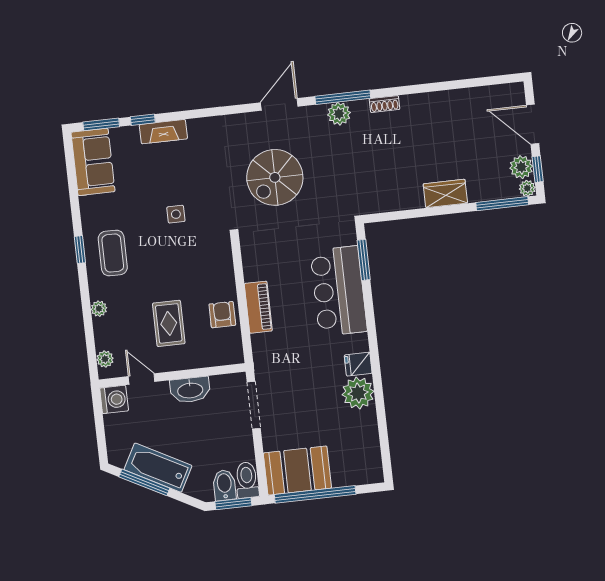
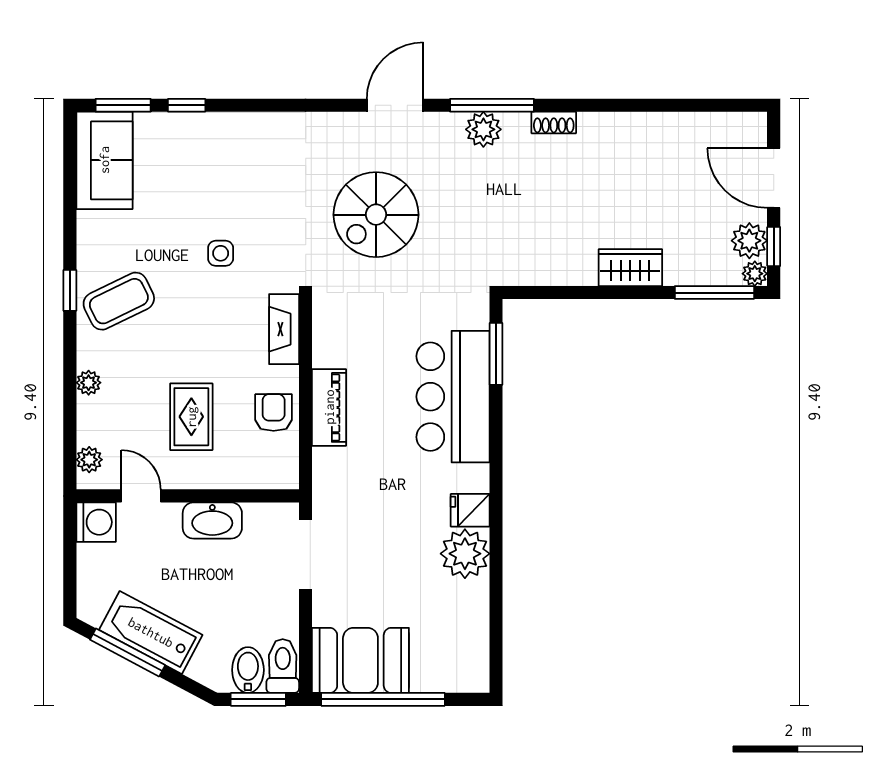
fireplace: (163, 132) -> (284, 329), moved, turned 90
coffee table: (113, 253) -> (119, 301), turned 64

